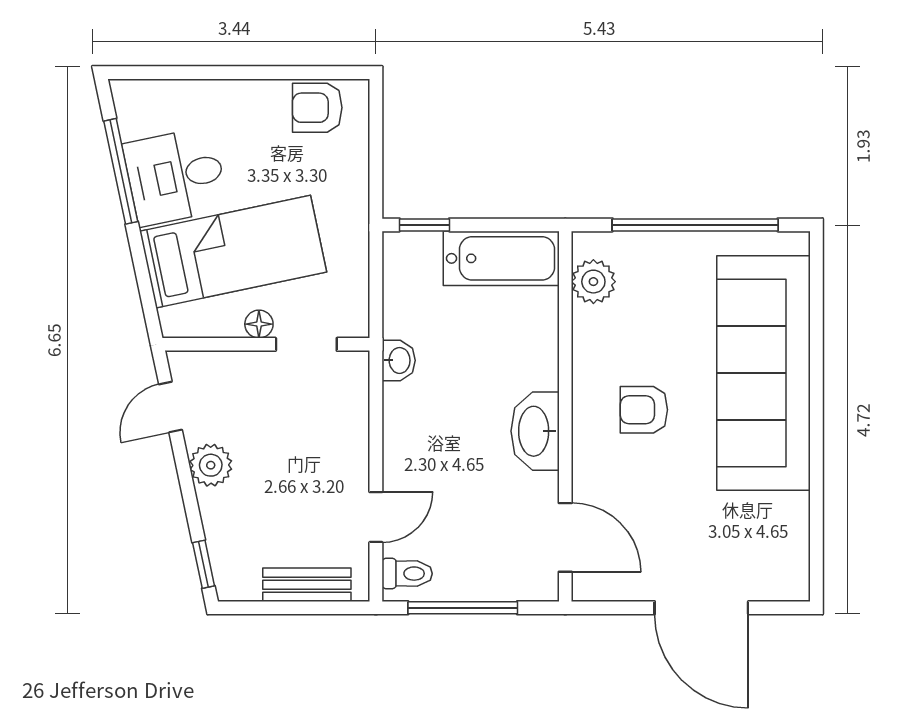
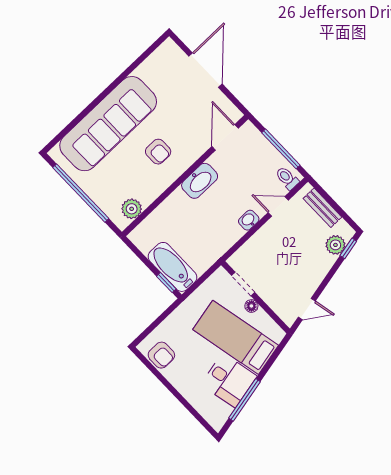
bathtub: (501, 258) -> (172, 267), moved
washbasin: (399, 360) -> (249, 220), moved
plant: (211, 465) -> (335, 245), moved

